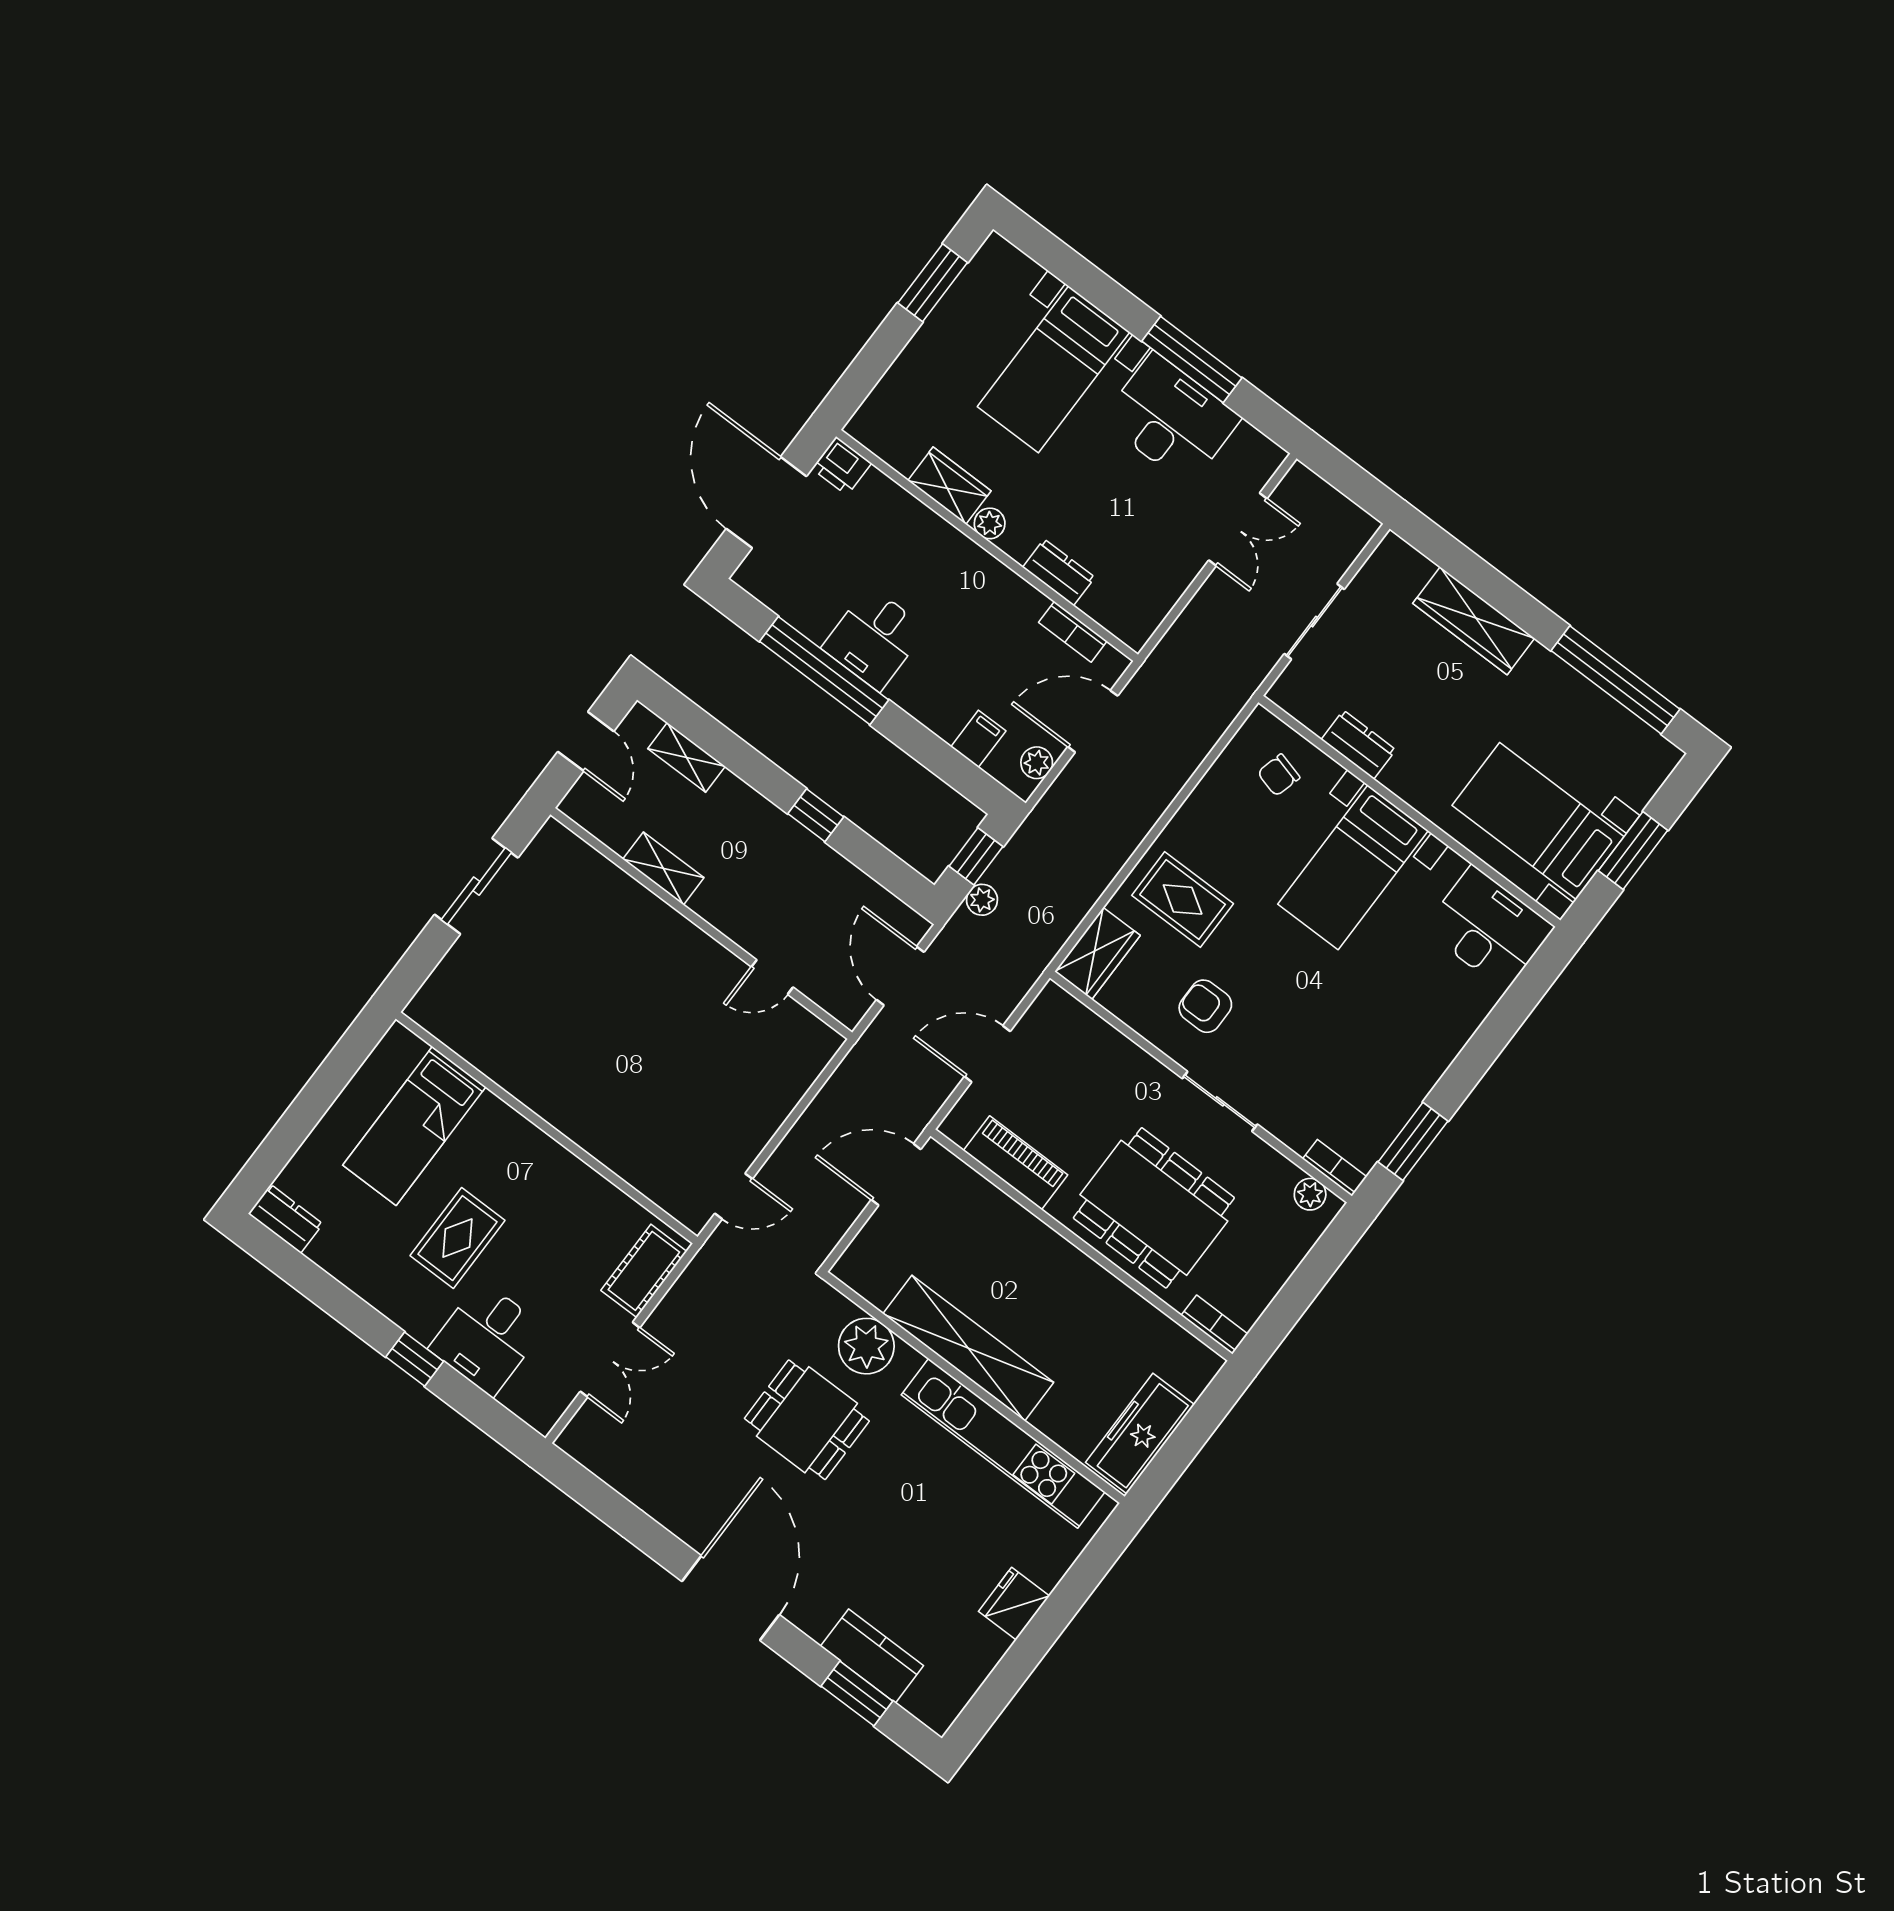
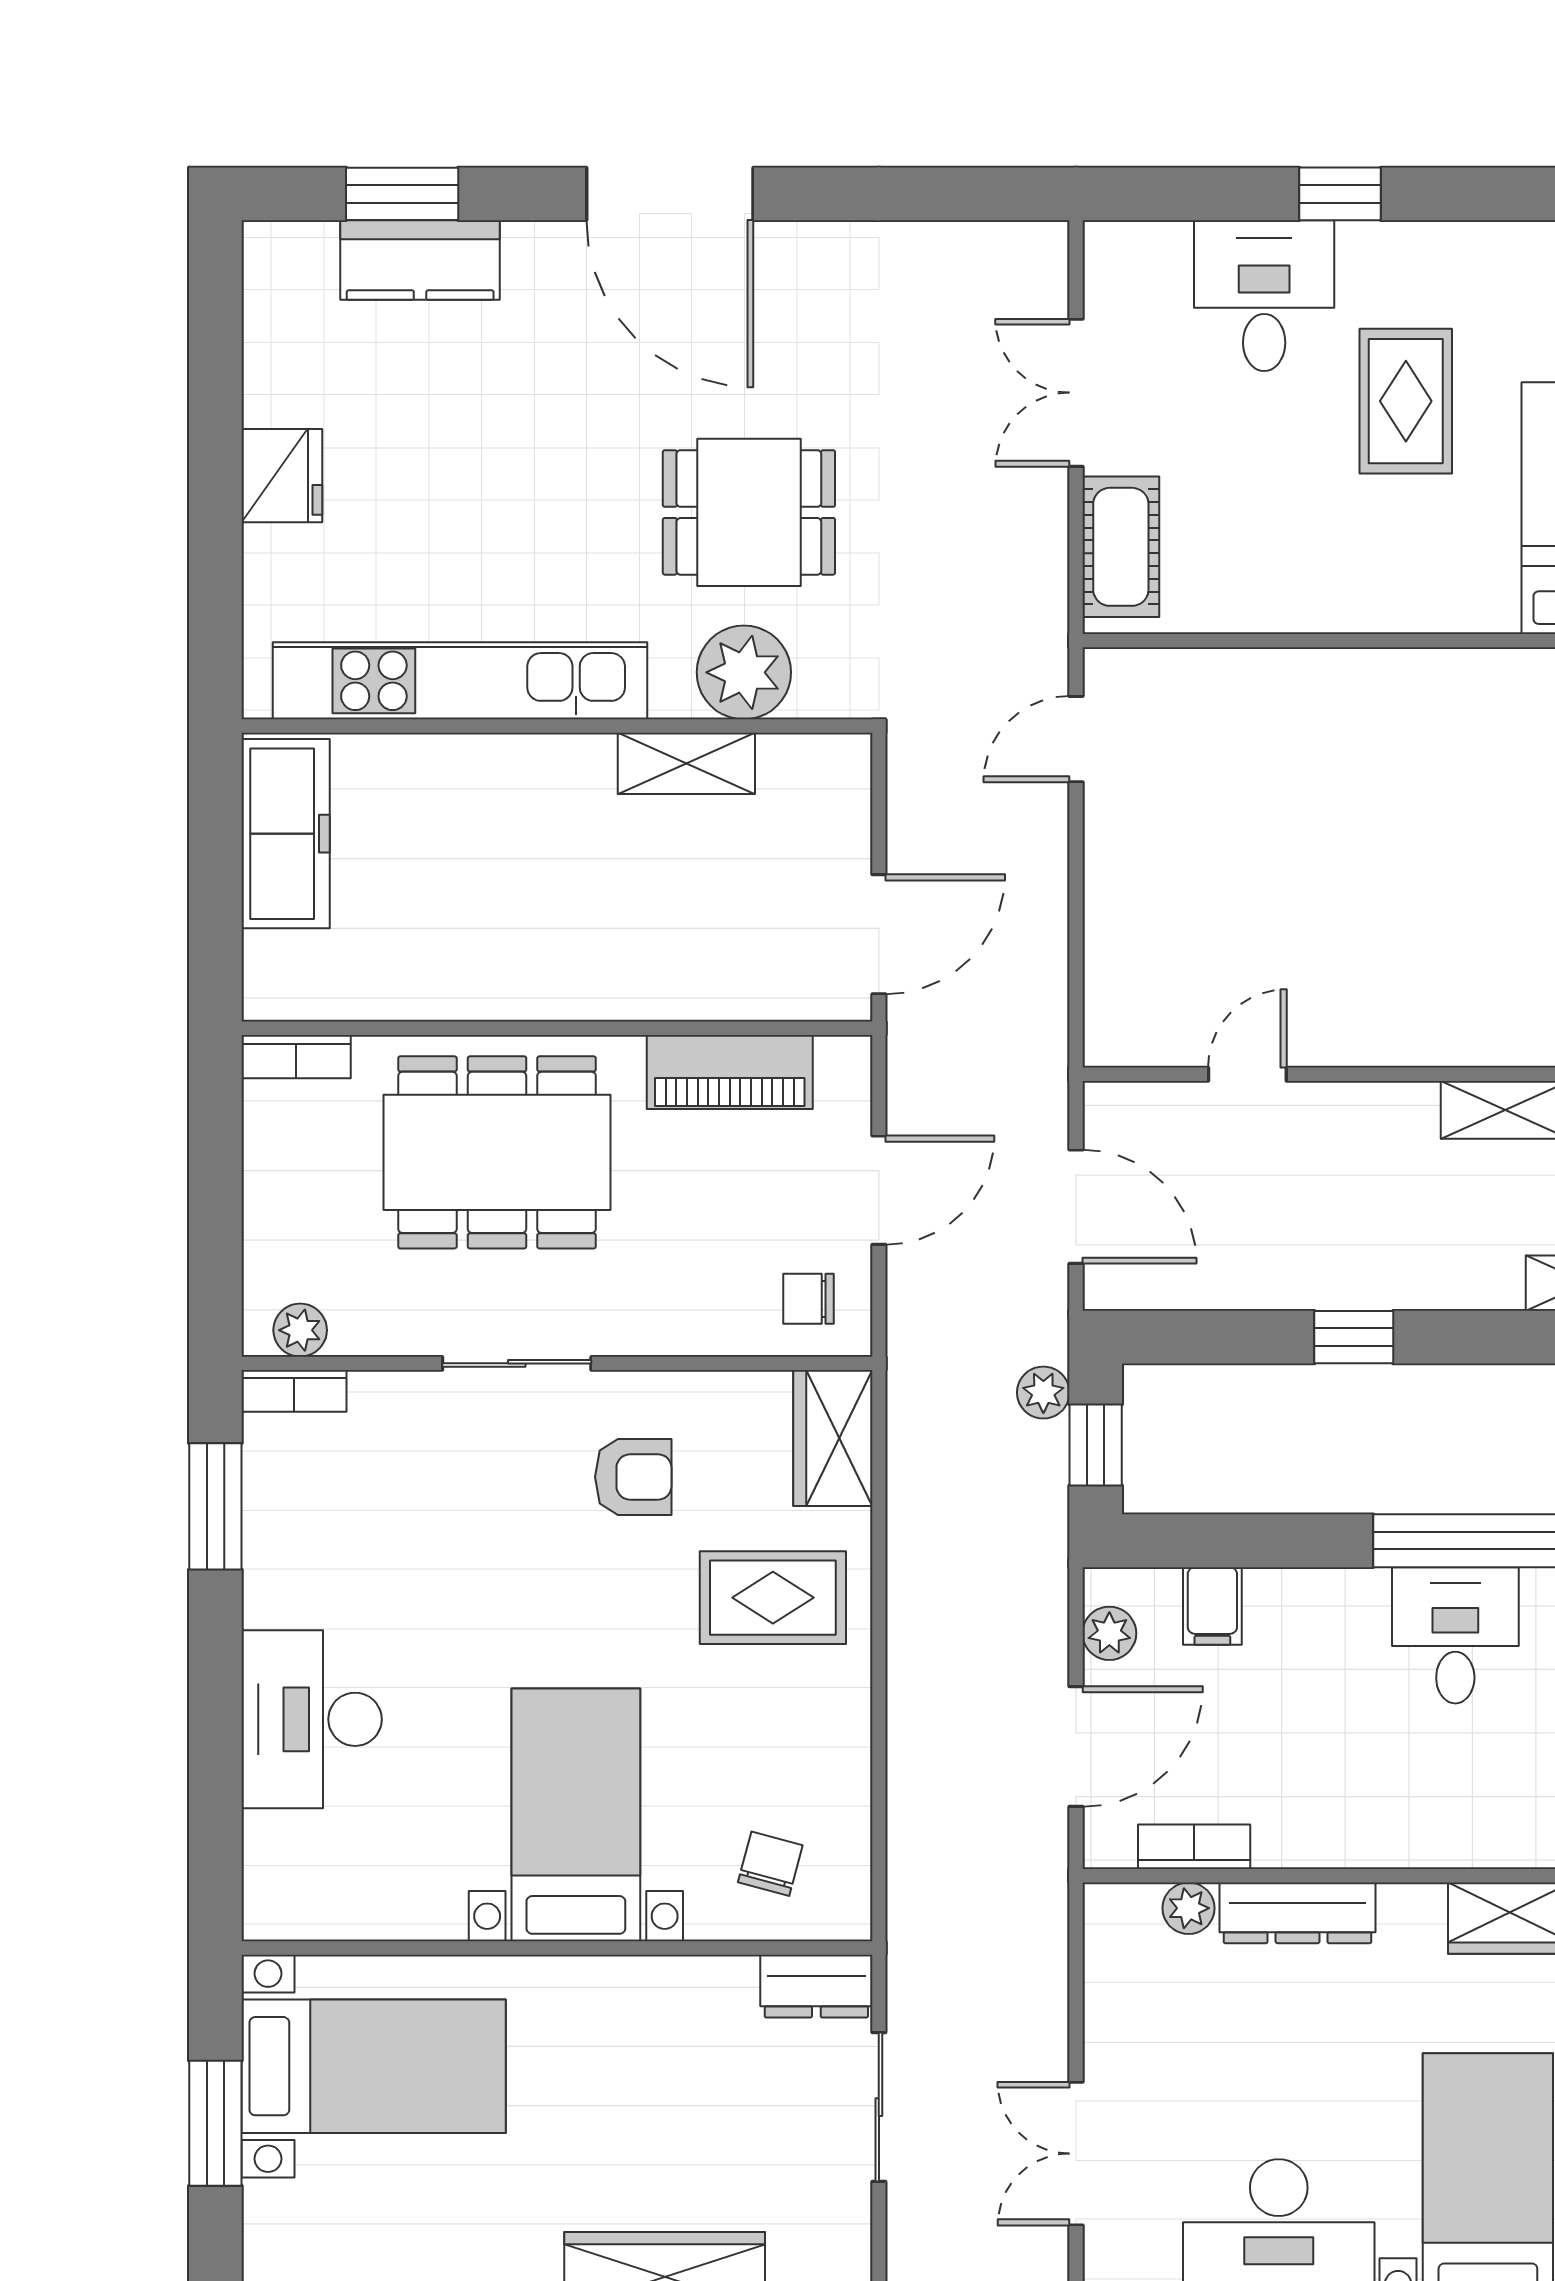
plant: (990, 523) -> (1189, 1908), moved
dresser: (1059, 572) -> (1297, 1913), width x1.44
dresser: (1359, 745) -> (816, 1986), moved
desk: (1489, 928) -> (312, 1719), moved, turned 90
chair: (1059, 1028) -> (809, 1299), added
shelving: (968, 1348) -> (686, 763), width x0.45, depth x0.75

